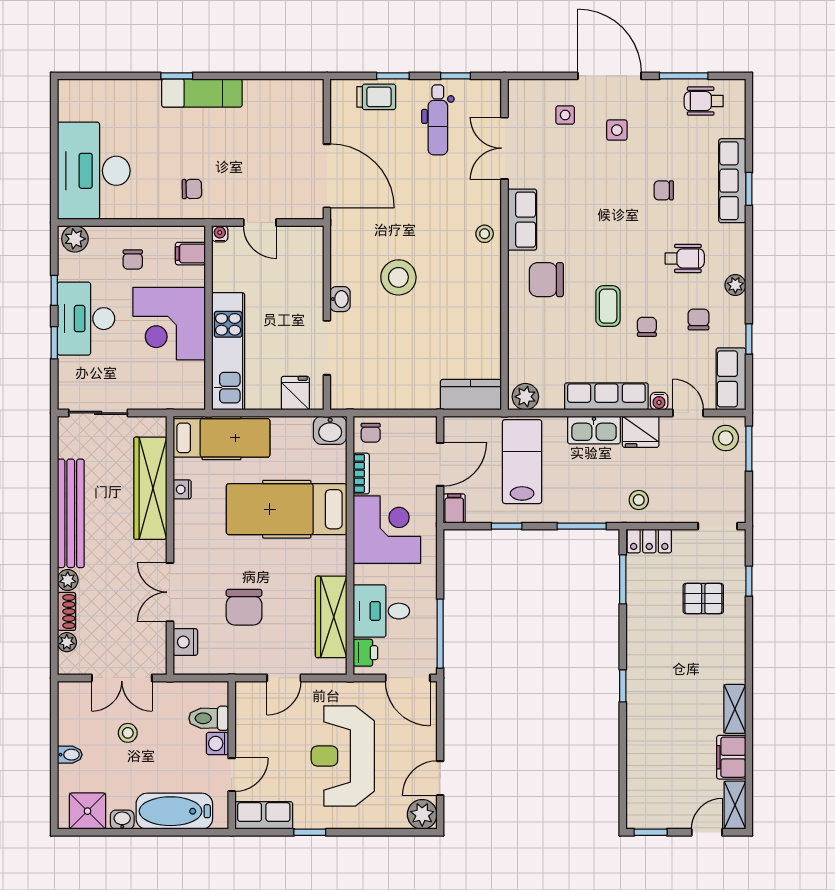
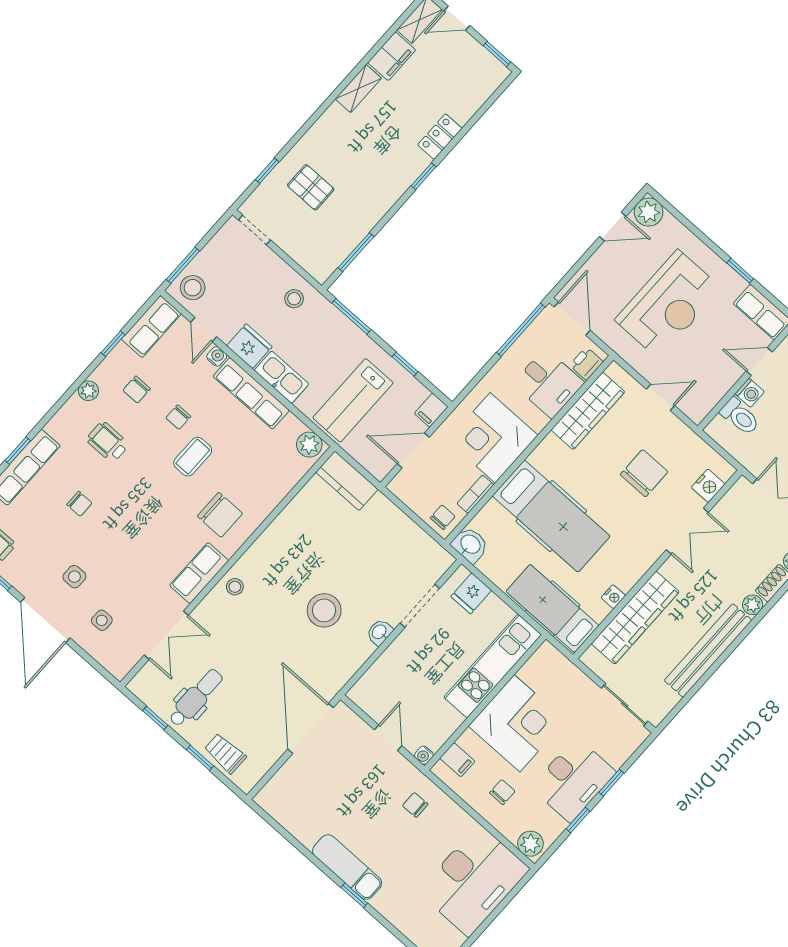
locker: (649, 541) -> (440, 137), moved, turned -90

